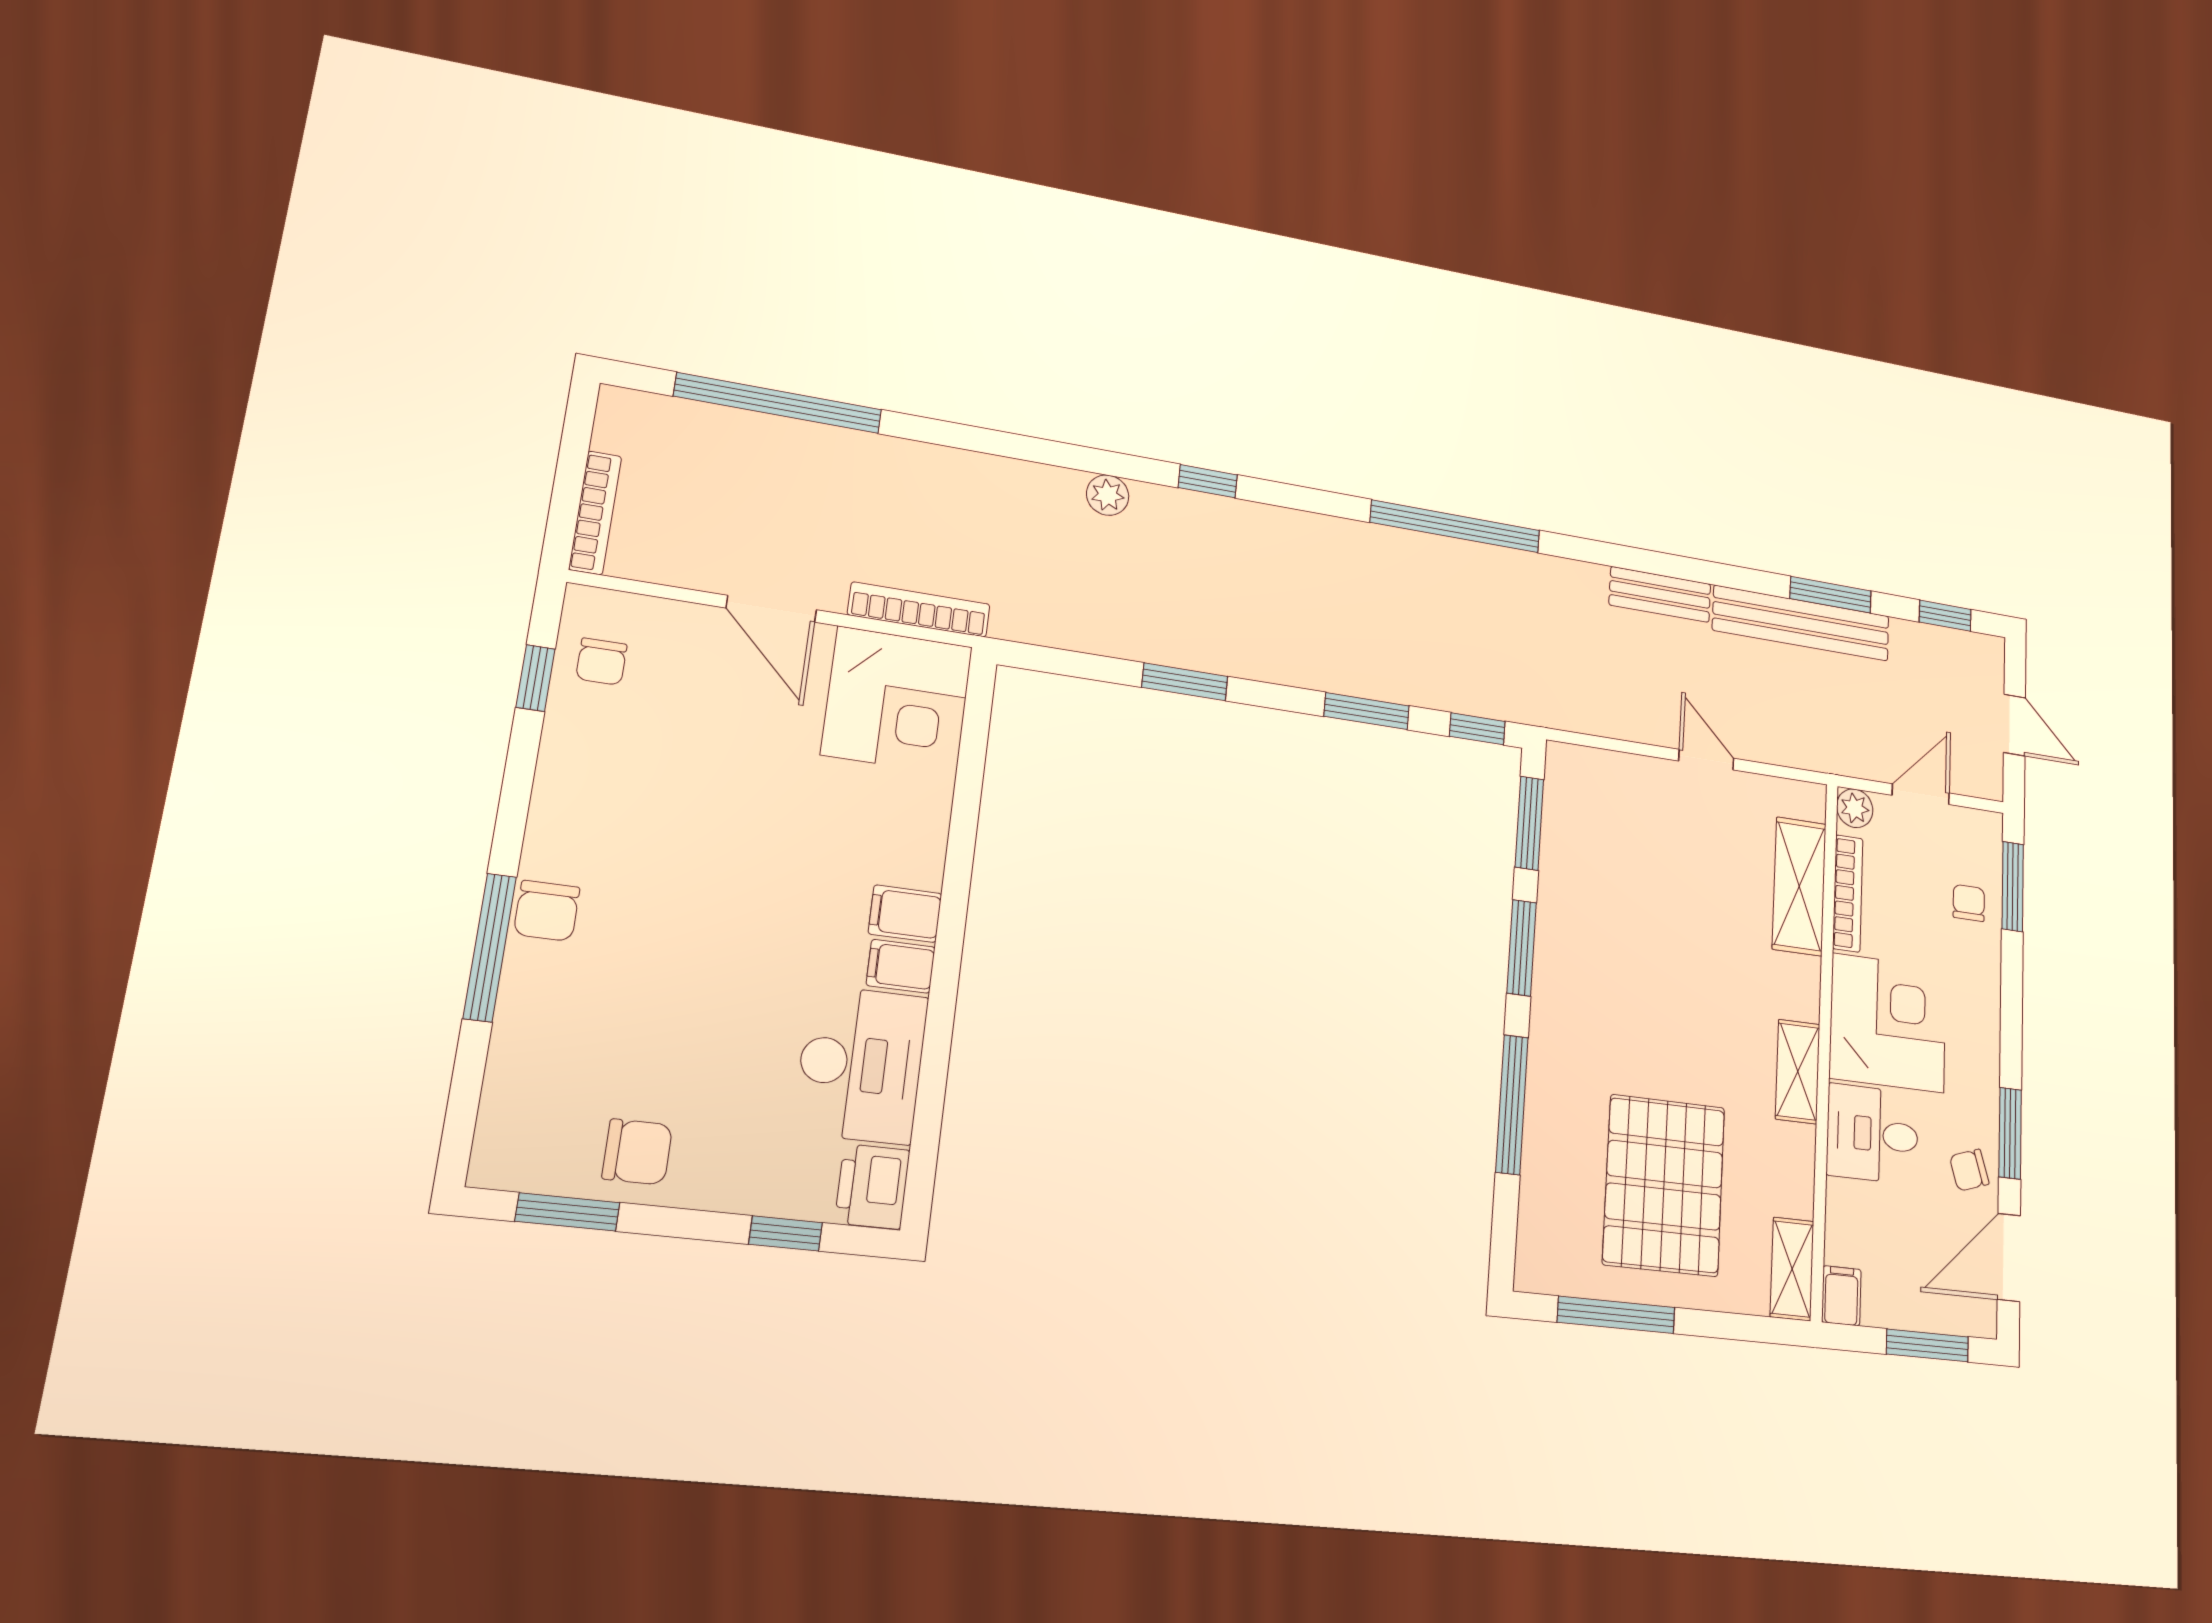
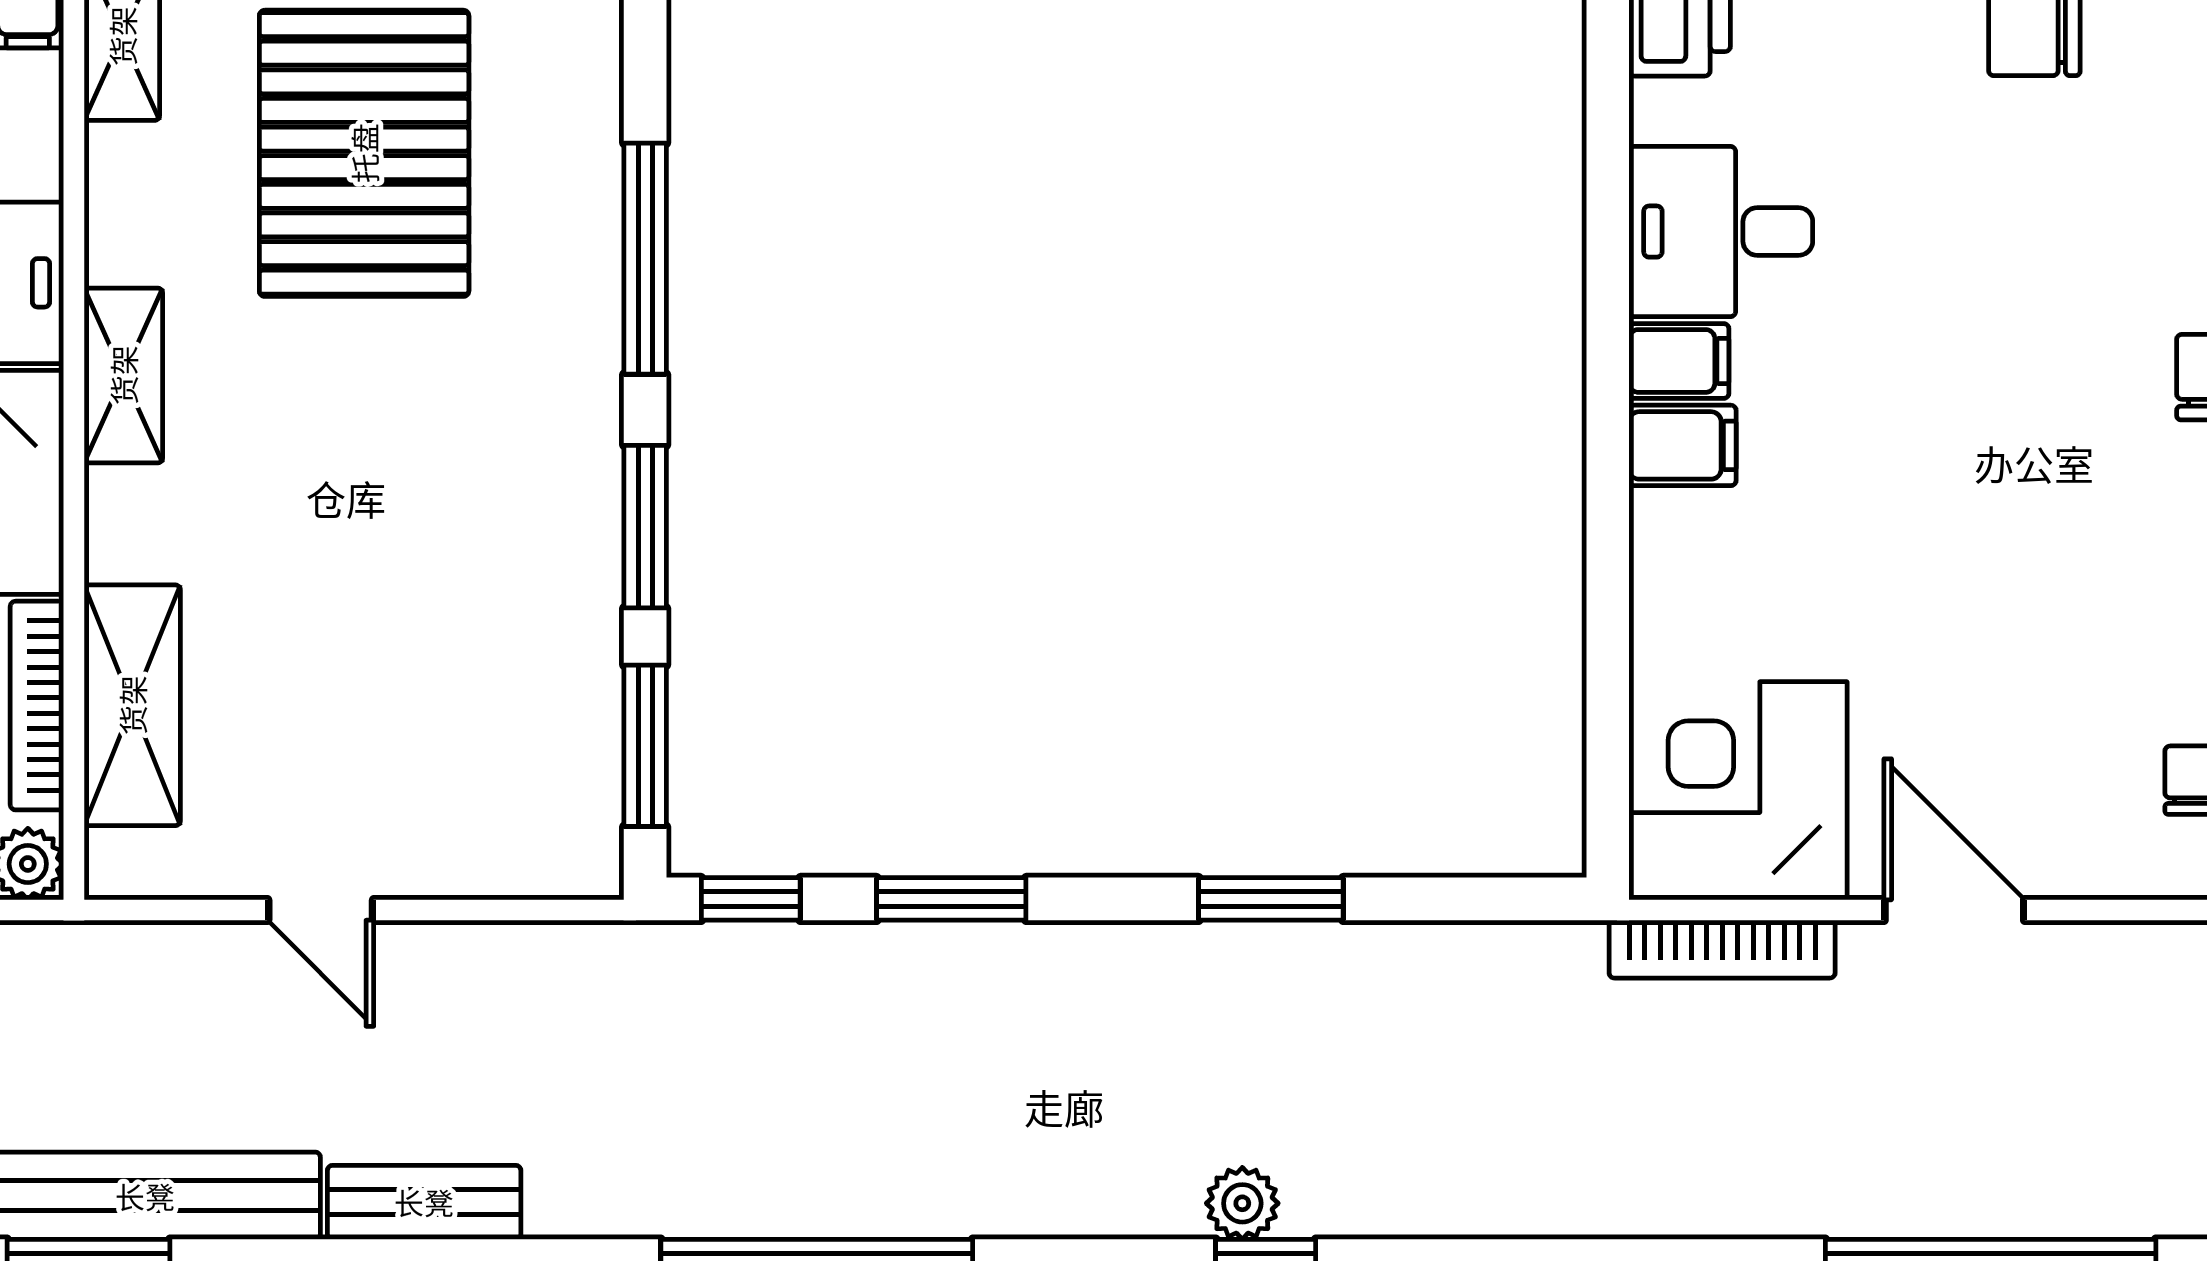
plant: (1108, 495) -> (1242, 1203), moved
desk: (861, 1064) -> (1721, 232), width x0.73

